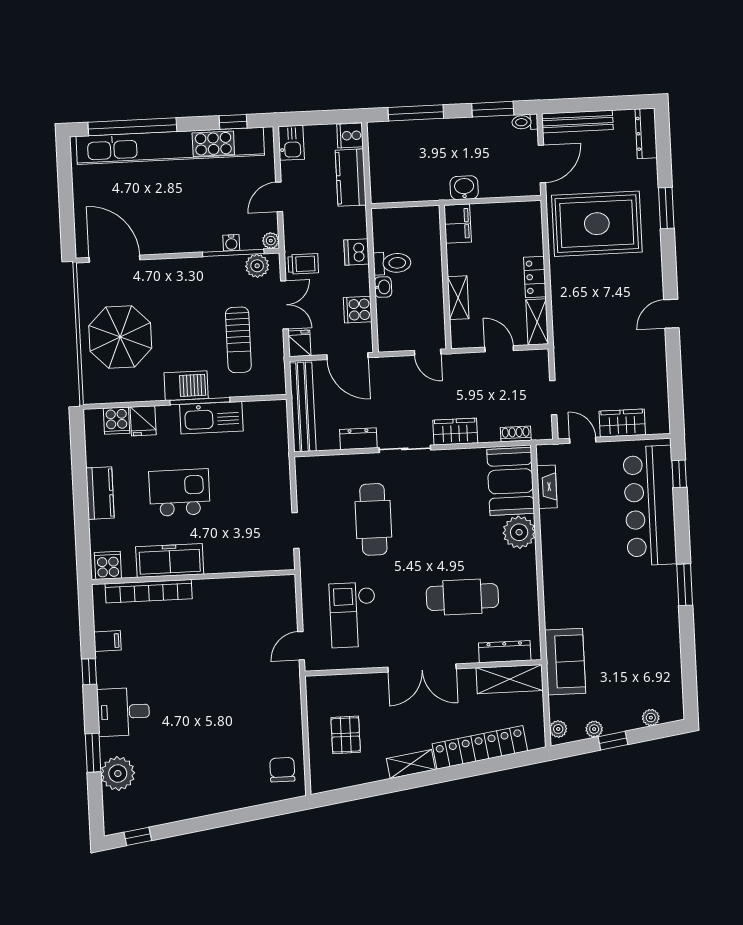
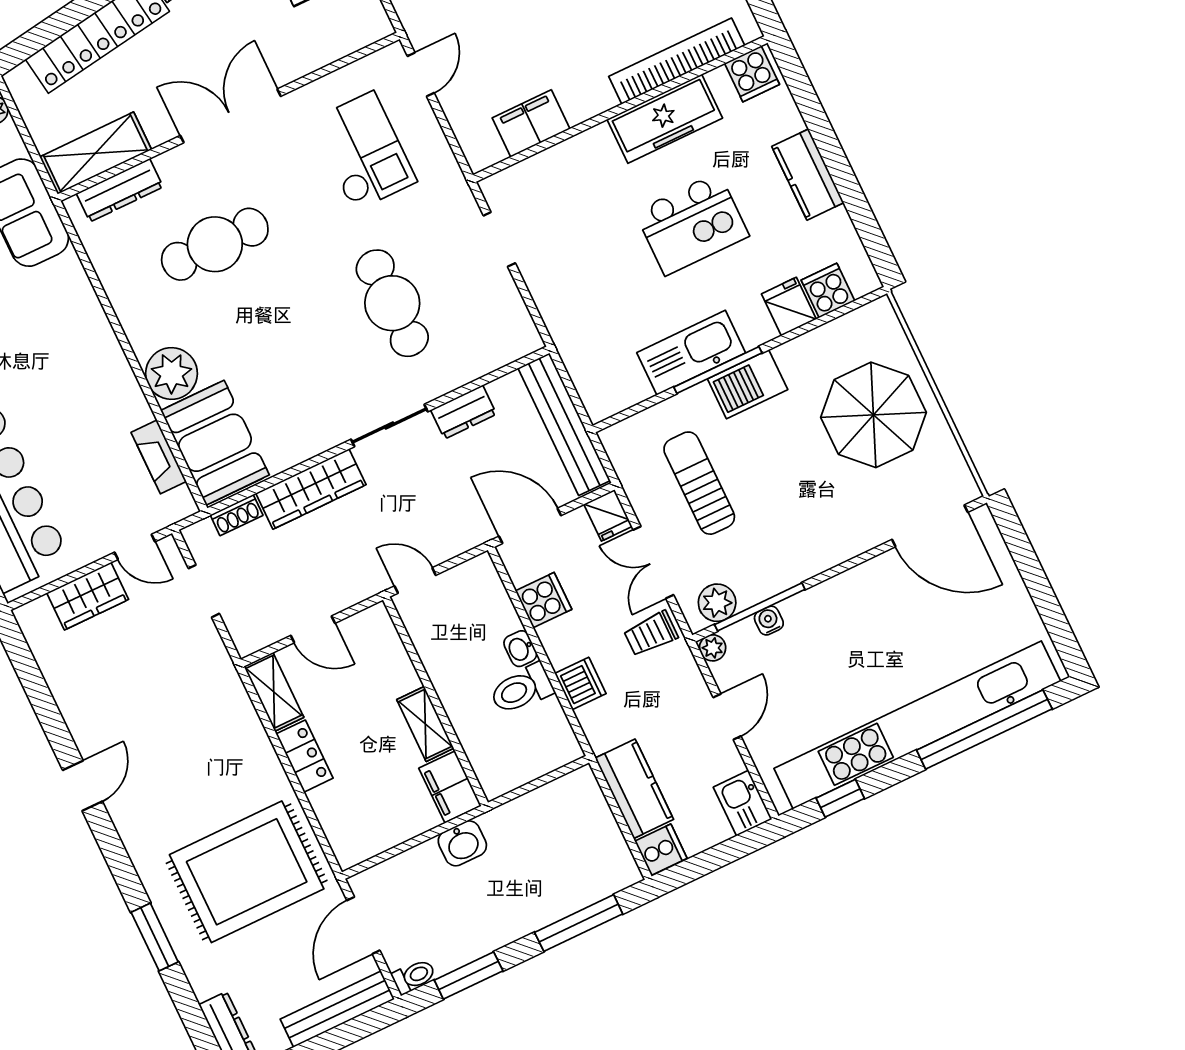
shelving: (458, 298) -> (425, 724), moved
wardrobe: (455, 432) -> (311, 489), width x1.50
filing cabinet: (249, 590) -> (531, 123), added

